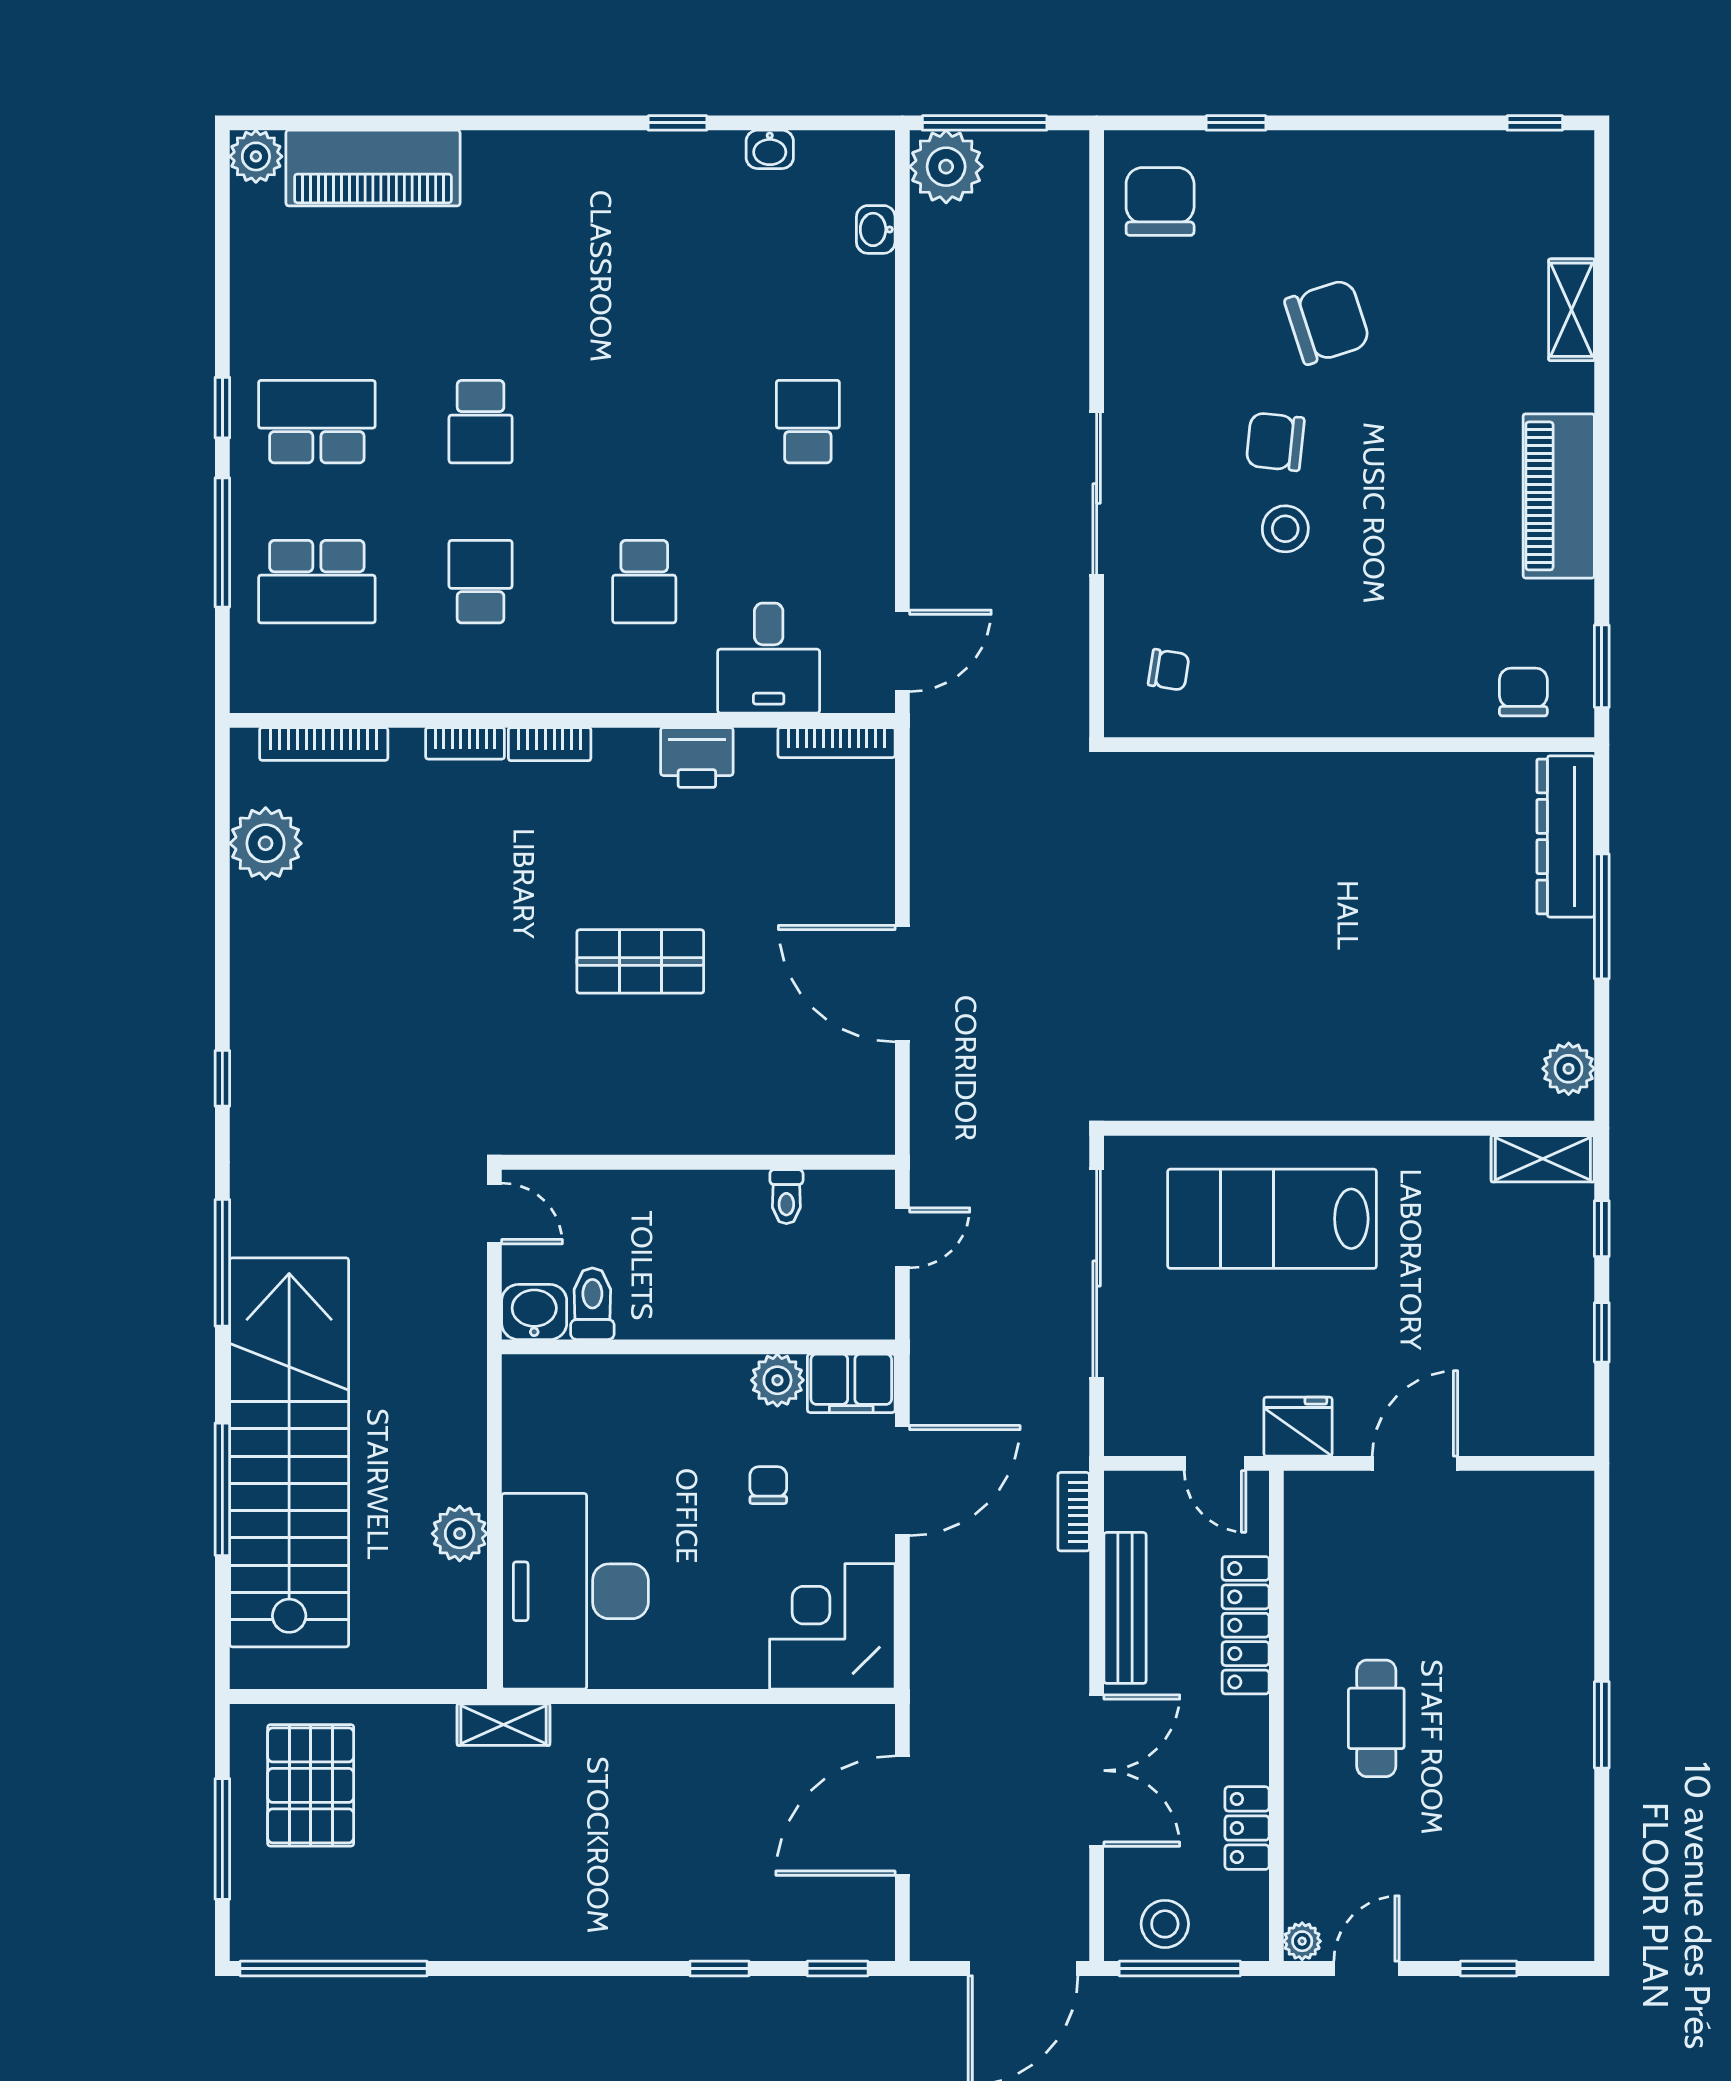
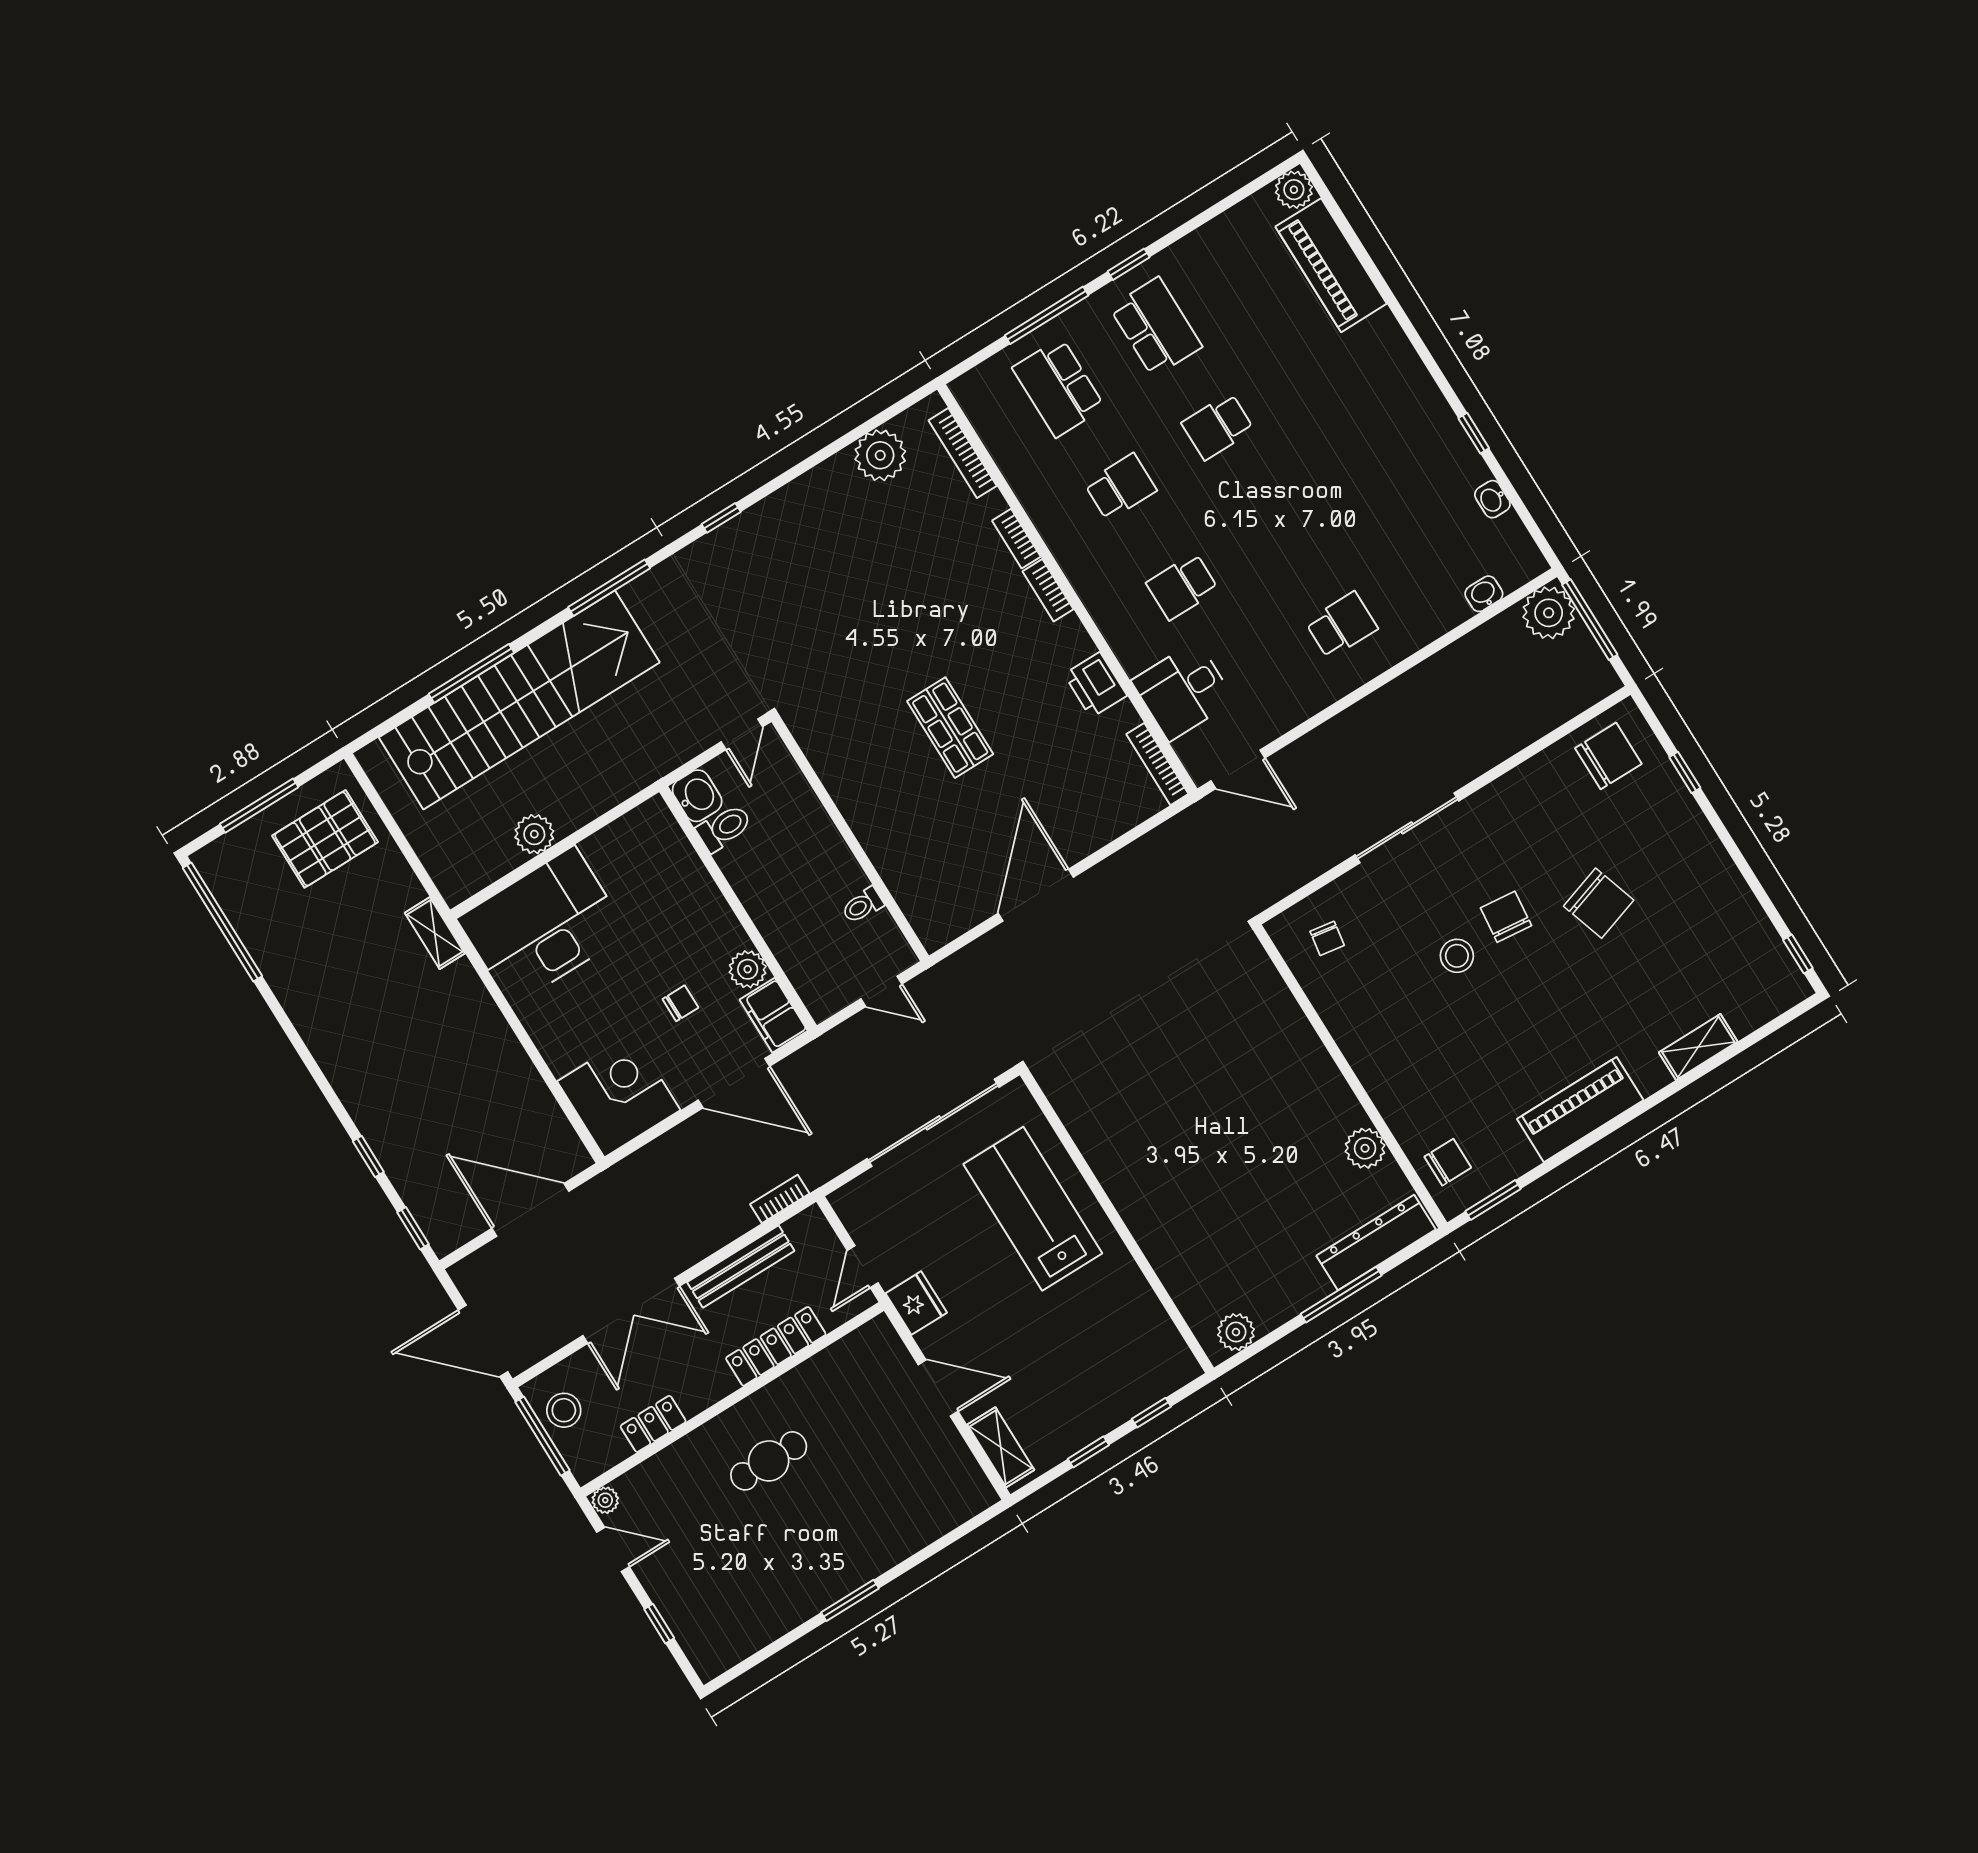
plant: (1446, 780) -> (1365, 1148), added
shelving: (1543, 1159) -> (1001, 1447), moved

